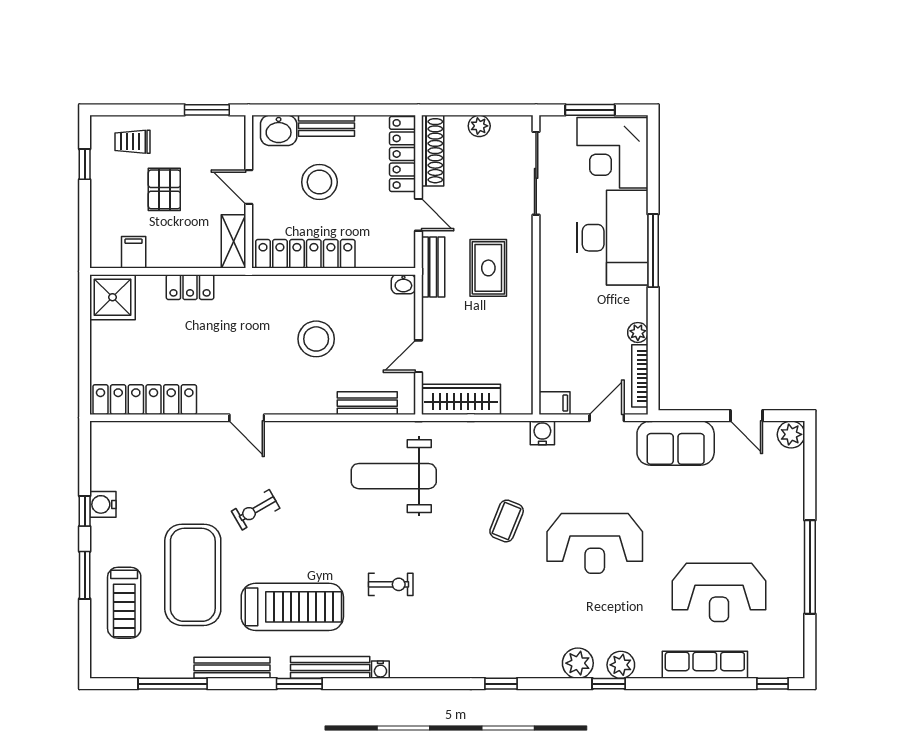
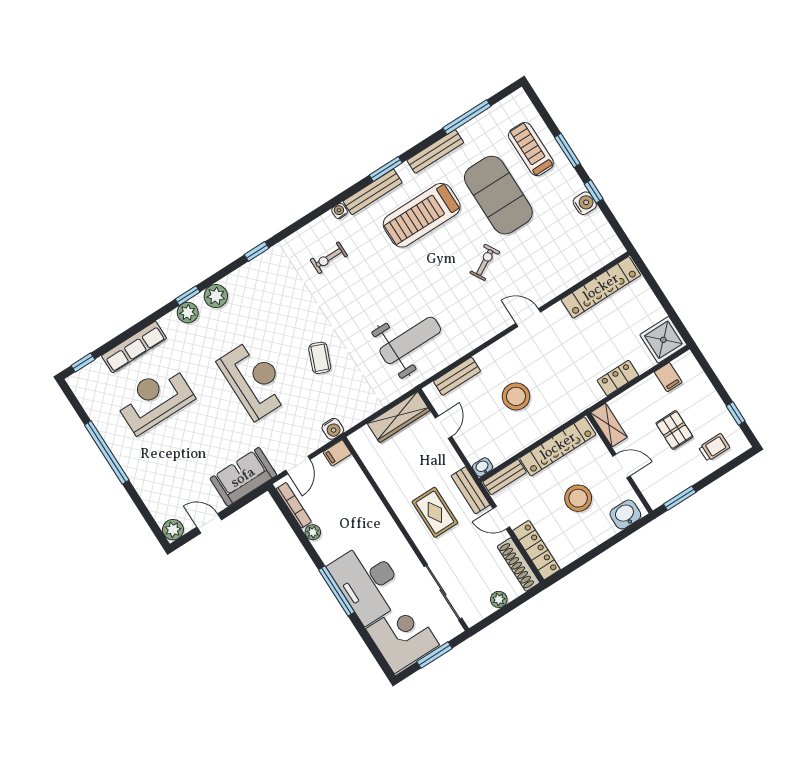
bench: (327, 126) -> (504, 477), moved
reception desk: (595, 543) -> (254, 380), turned 90
exercise bike: (391, 584) -> (329, 258), moved

